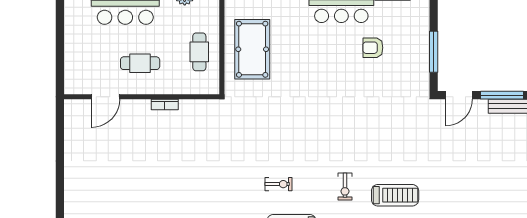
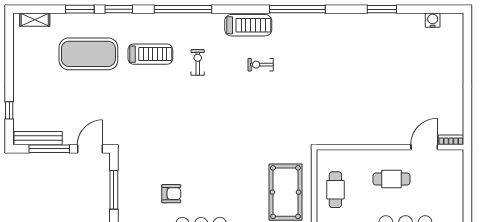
bookcase: (165, 105) -> (451, 140), moved
treadmill: (395, 195) -> (150, 54), turned 180
exercise mat: (461, 195) -> (88, 54), added

